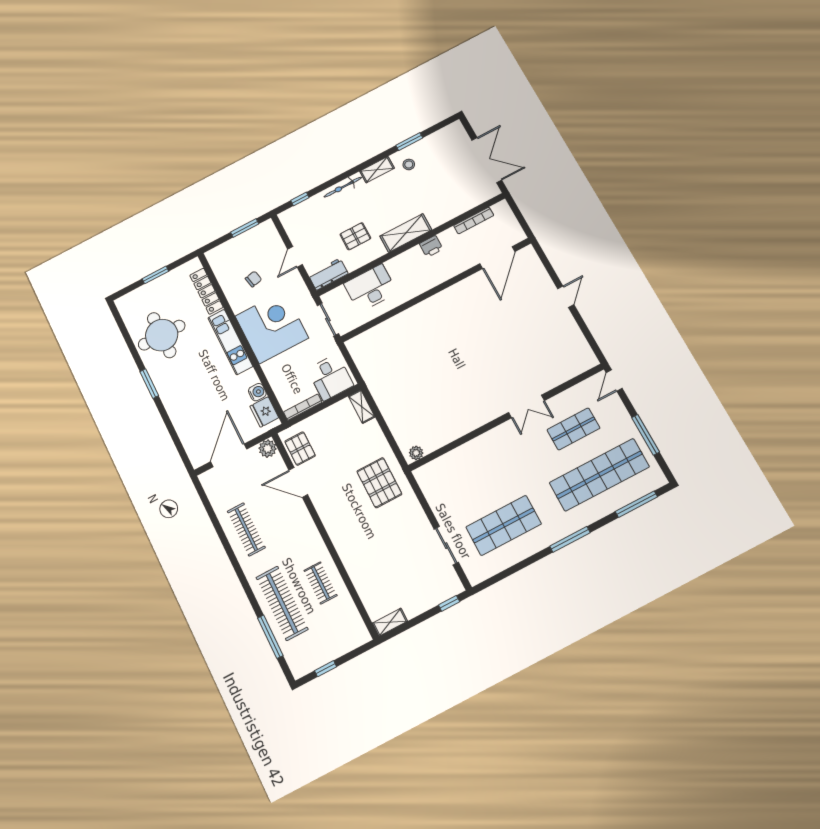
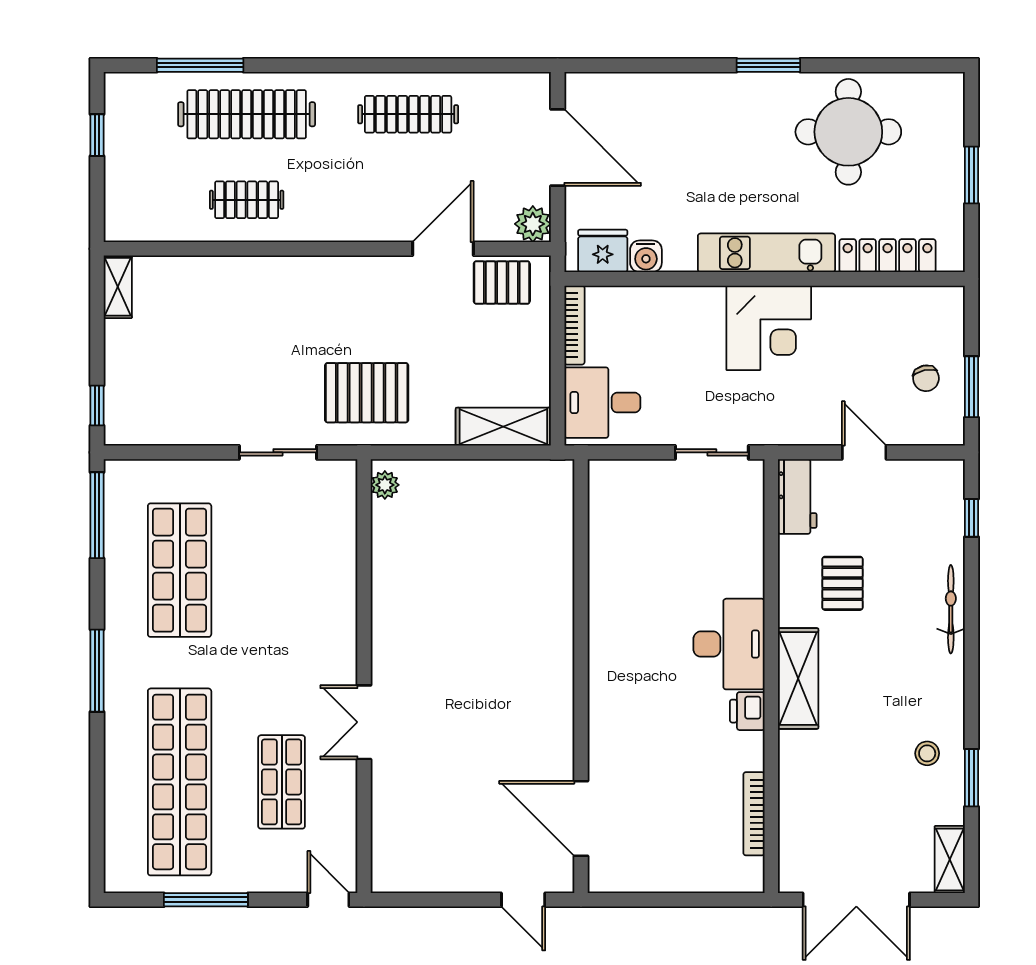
shelving: (377, 170) -> (950, 859), moved
door: (497, 258) -> (581, 818), moved
chair: (253, 279) -> (926, 378), moved
desk: (370, 288) -> (729, 644), moved
wall: (436, 290) -> (581, 676), moved
corner desk: (272, 327) -> (769, 328), width x0.74, depth x0.74
shelving: (362, 406) -> (503, 427), width x1.50, depth x1.33
window: (636, 504) -> (97, 515), moved
sliding door: (446, 546) -> (278, 452), moved

